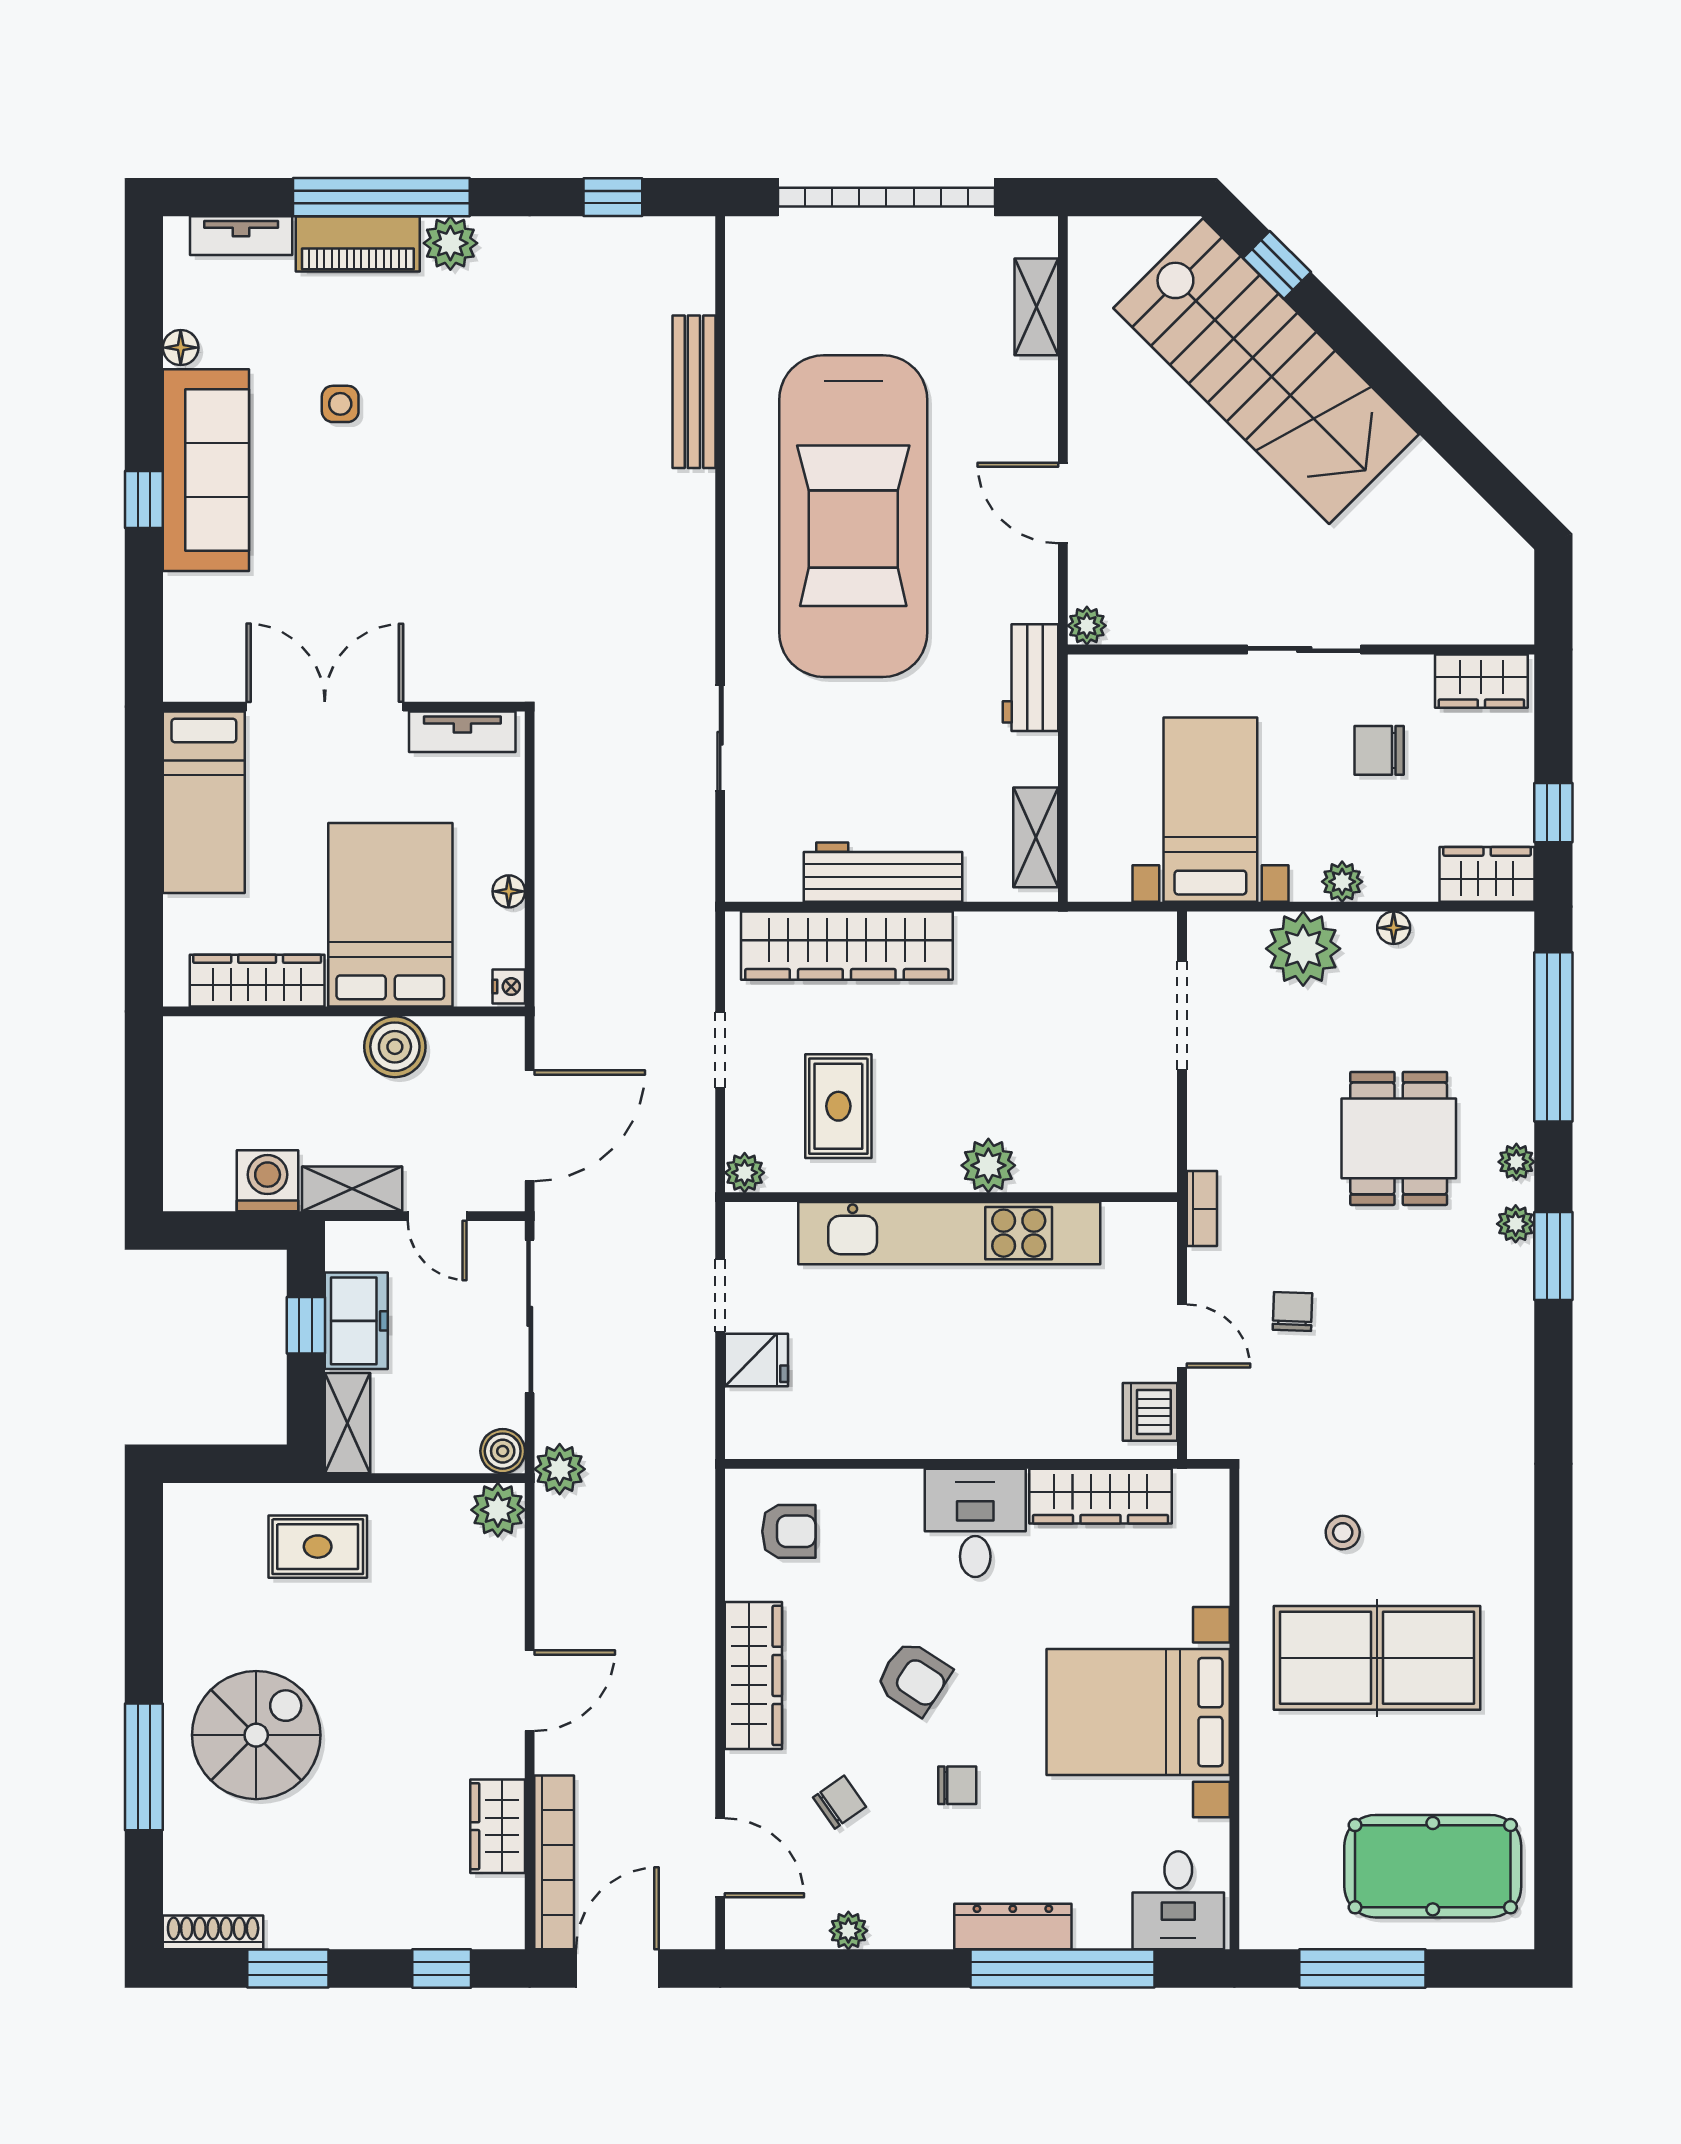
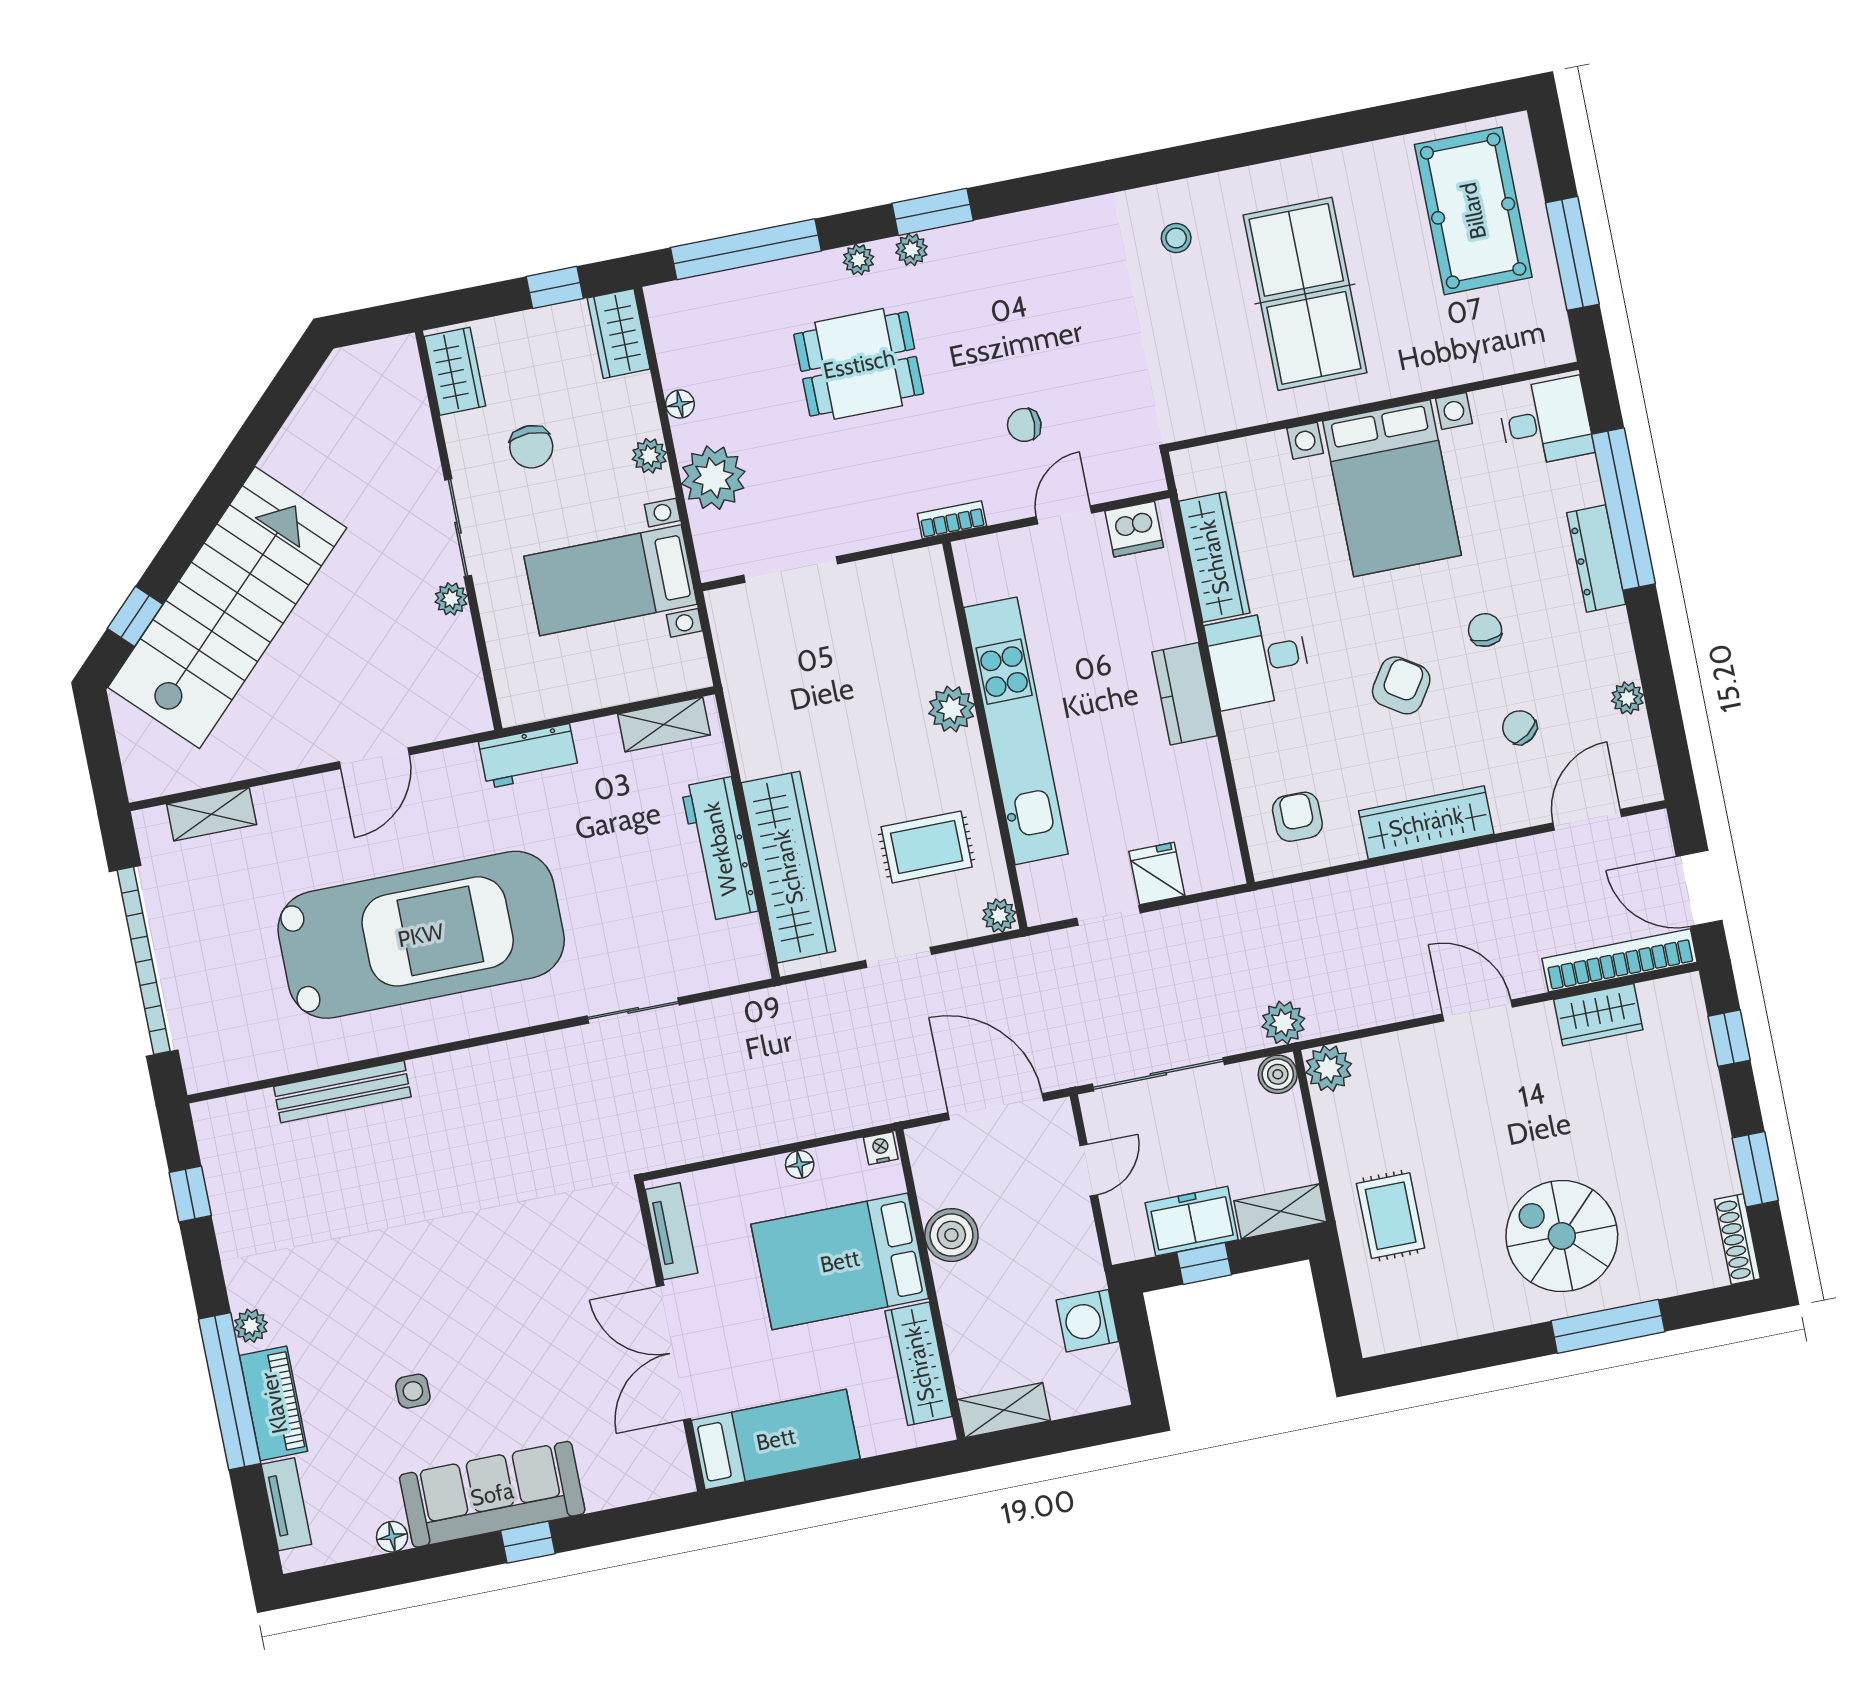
plant: (450, 243) -> (251, 1326), width x0.73, depth x0.73
plant: (1087, 626) -> (451, 599), moved
shelving: (352, 1189) -> (1004, 1410), moved, turned 90
kitchen counter: (953, 1432) -> (1184, 694), added
stool: (1343, 1533) -> (1176, 238), moved

